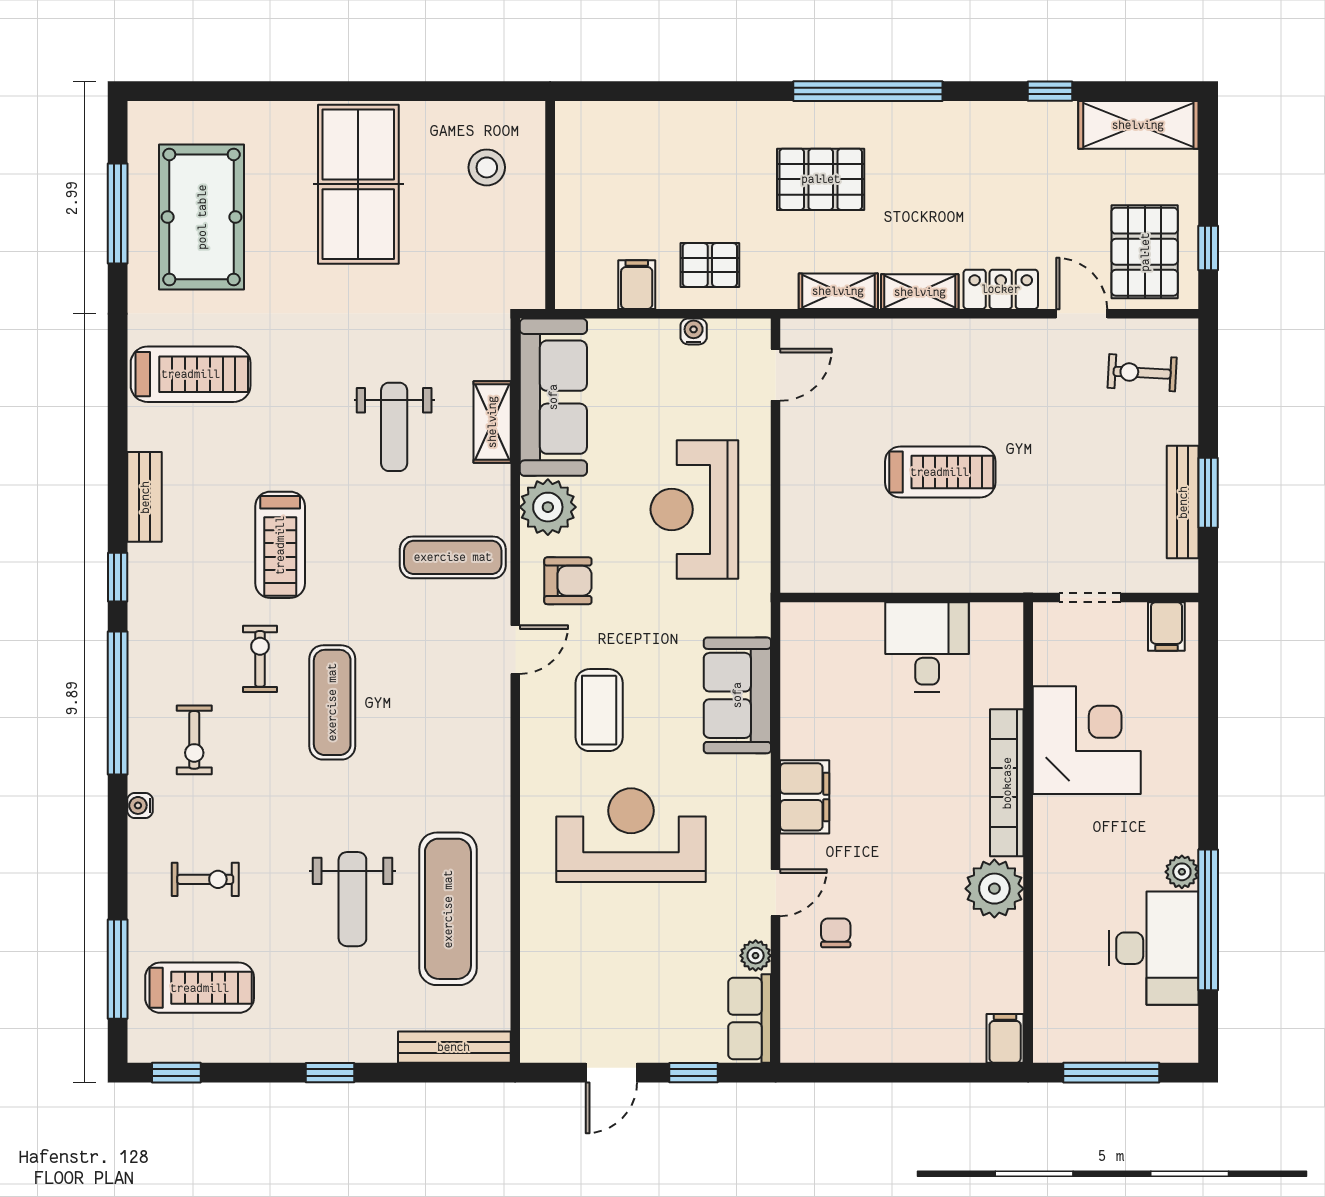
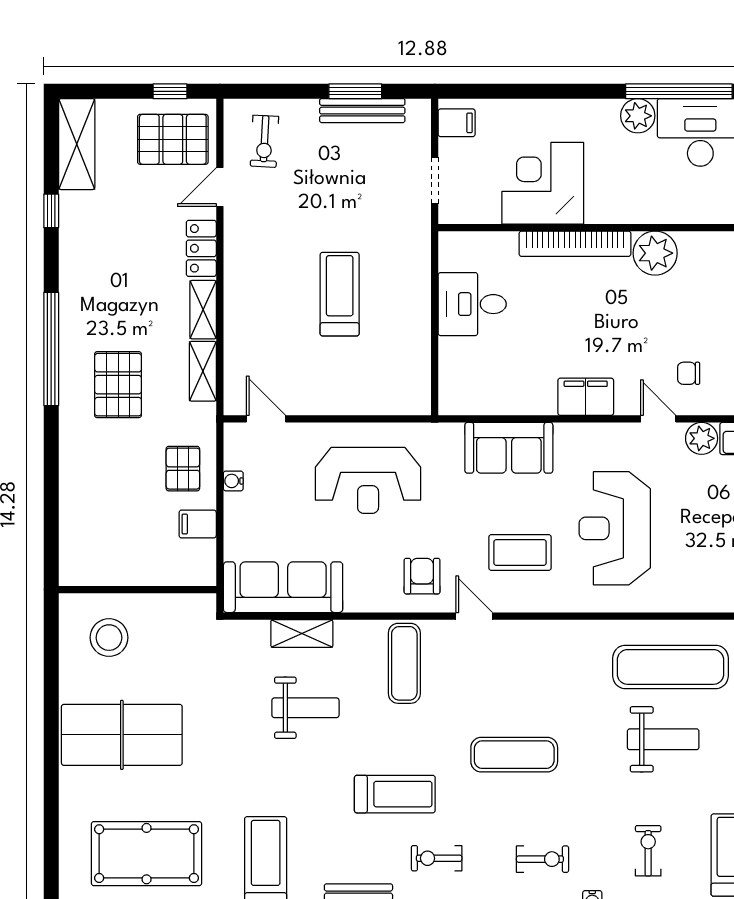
stool: (487, 167) -> (109, 638), width x1.38, depth x1.38
plant: (548, 507) -> (366, 591), removed
exercise bike: (260, 659) -> (437, 858), moved
plant: (1182, 872) -> (638, 116), width x1.38, depth x1.38
plant: (756, 956) -> (702, 438), width x1.38, depth x1.38

